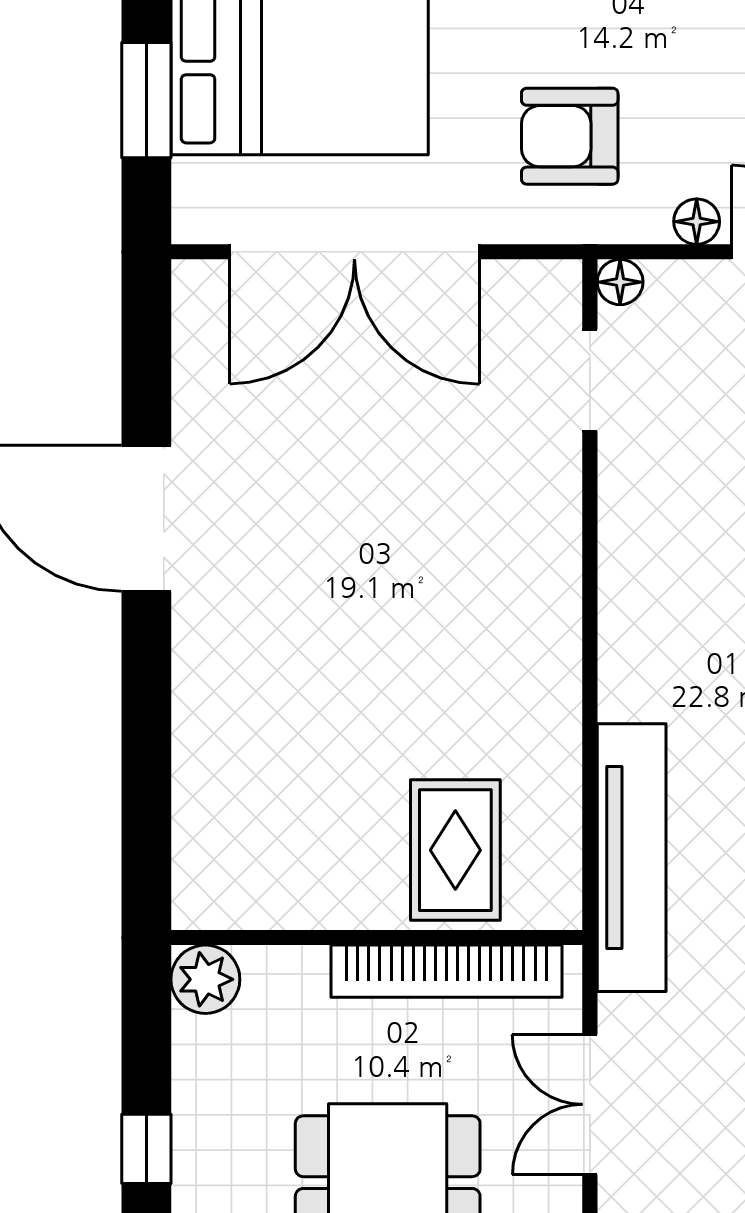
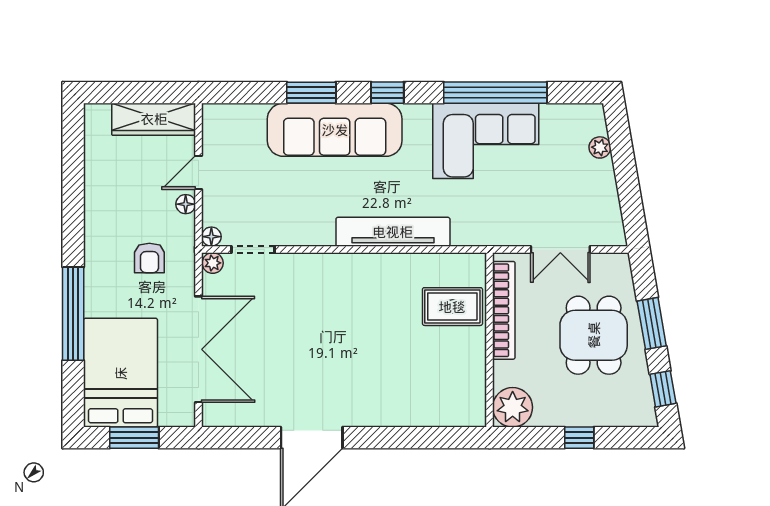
armchair: (570, 136) -> (149, 258), width x0.72, depth x0.72
plant: (558, 285) -> (213, 263), added
tv unit: (632, 858) -> (393, 232), moved
plant: (205, 979) -> (513, 407), width x1.36, depth x1.36

